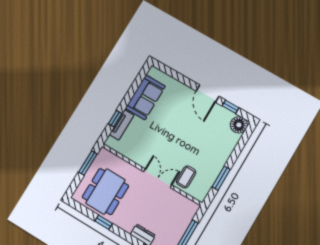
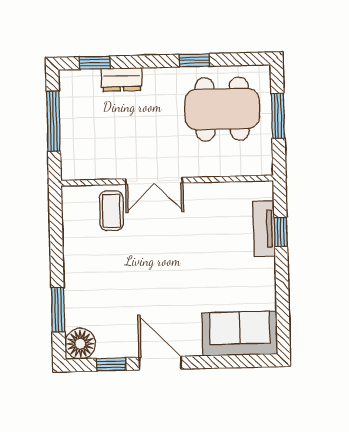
sofa: (145, 97) -> (240, 334), moved, turned 90
window: (88, 163) -> (278, 116), moved
window: (221, 178) -> (58, 310), moved
dining table: (105, 192) -> (222, 109), turned 90

